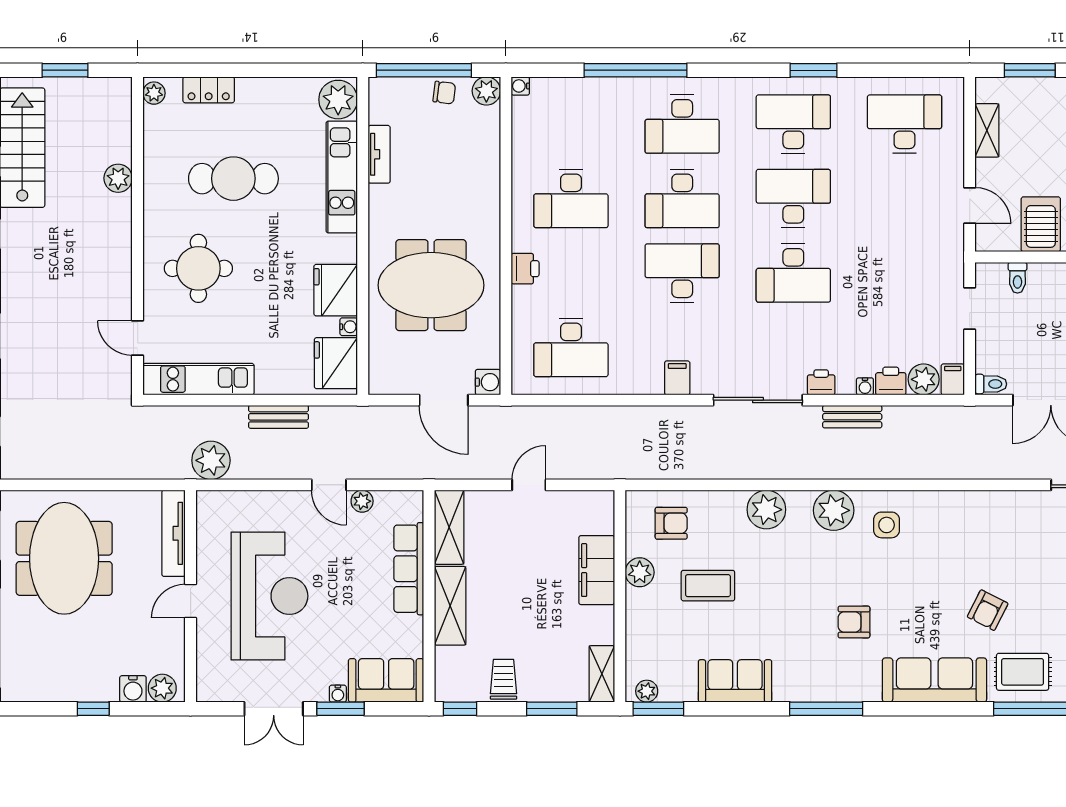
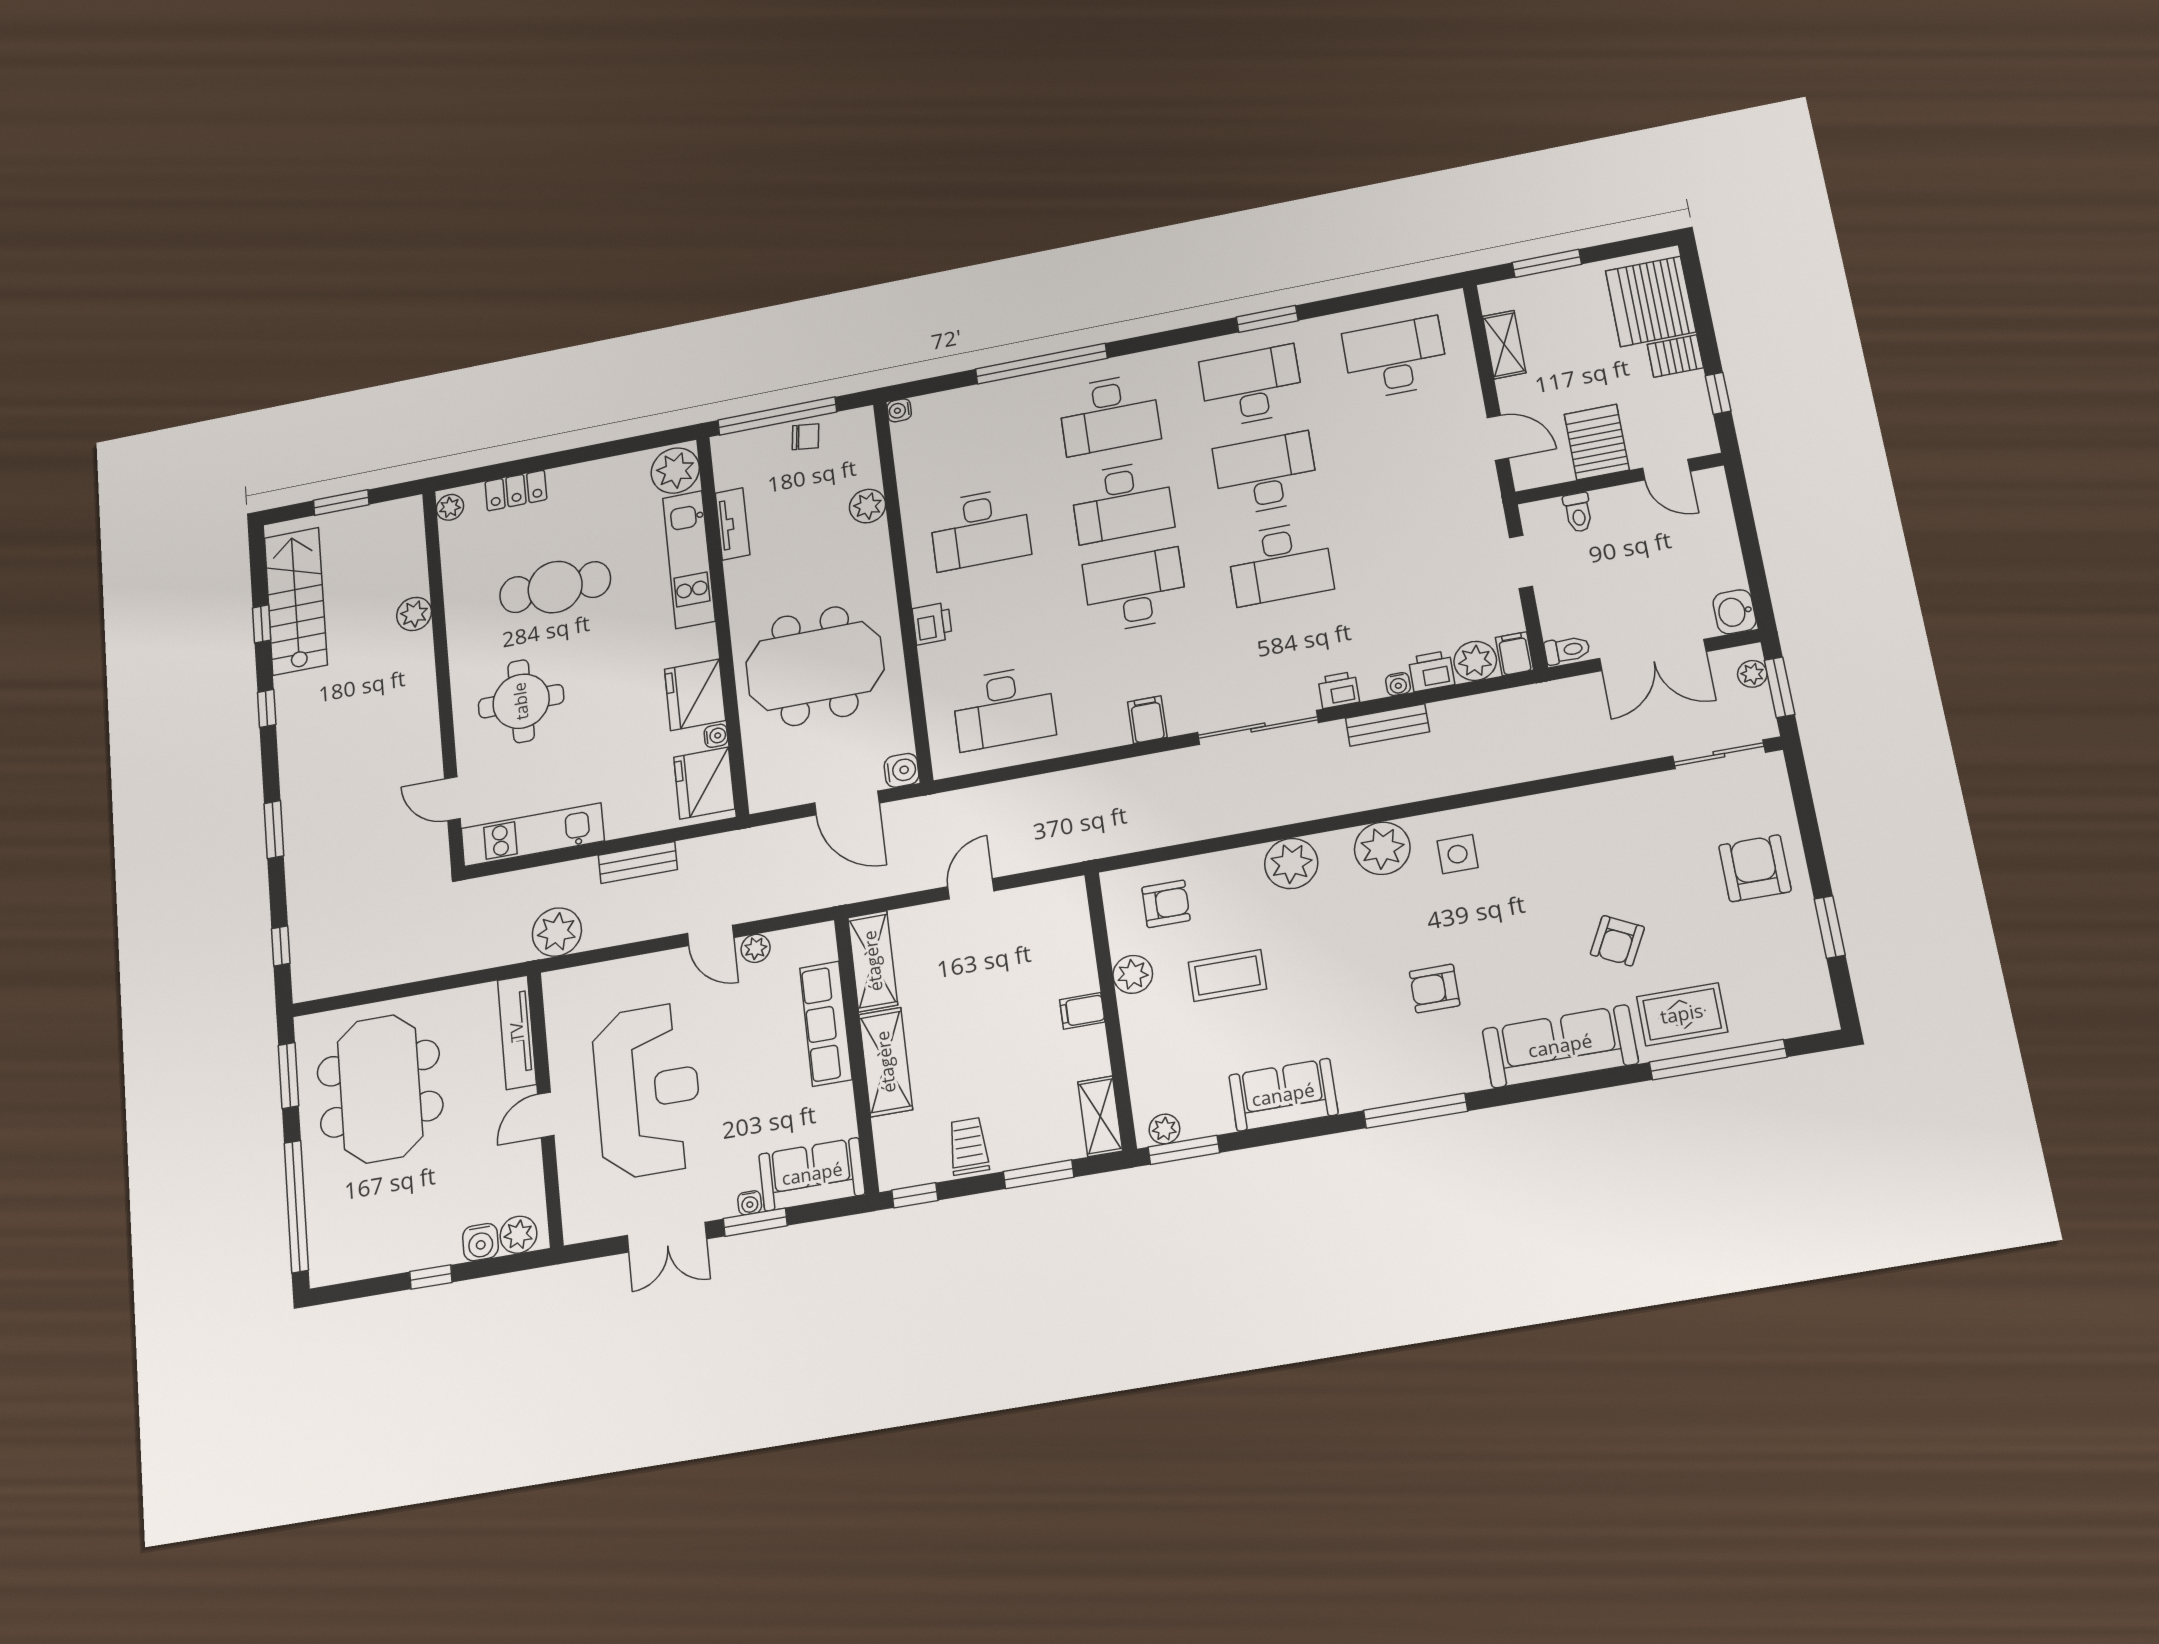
plant: (486, 91) -> (868, 506), moved
filing cabinet: (597, 570) -> (1082, 1011), width x0.33, depth x0.86

